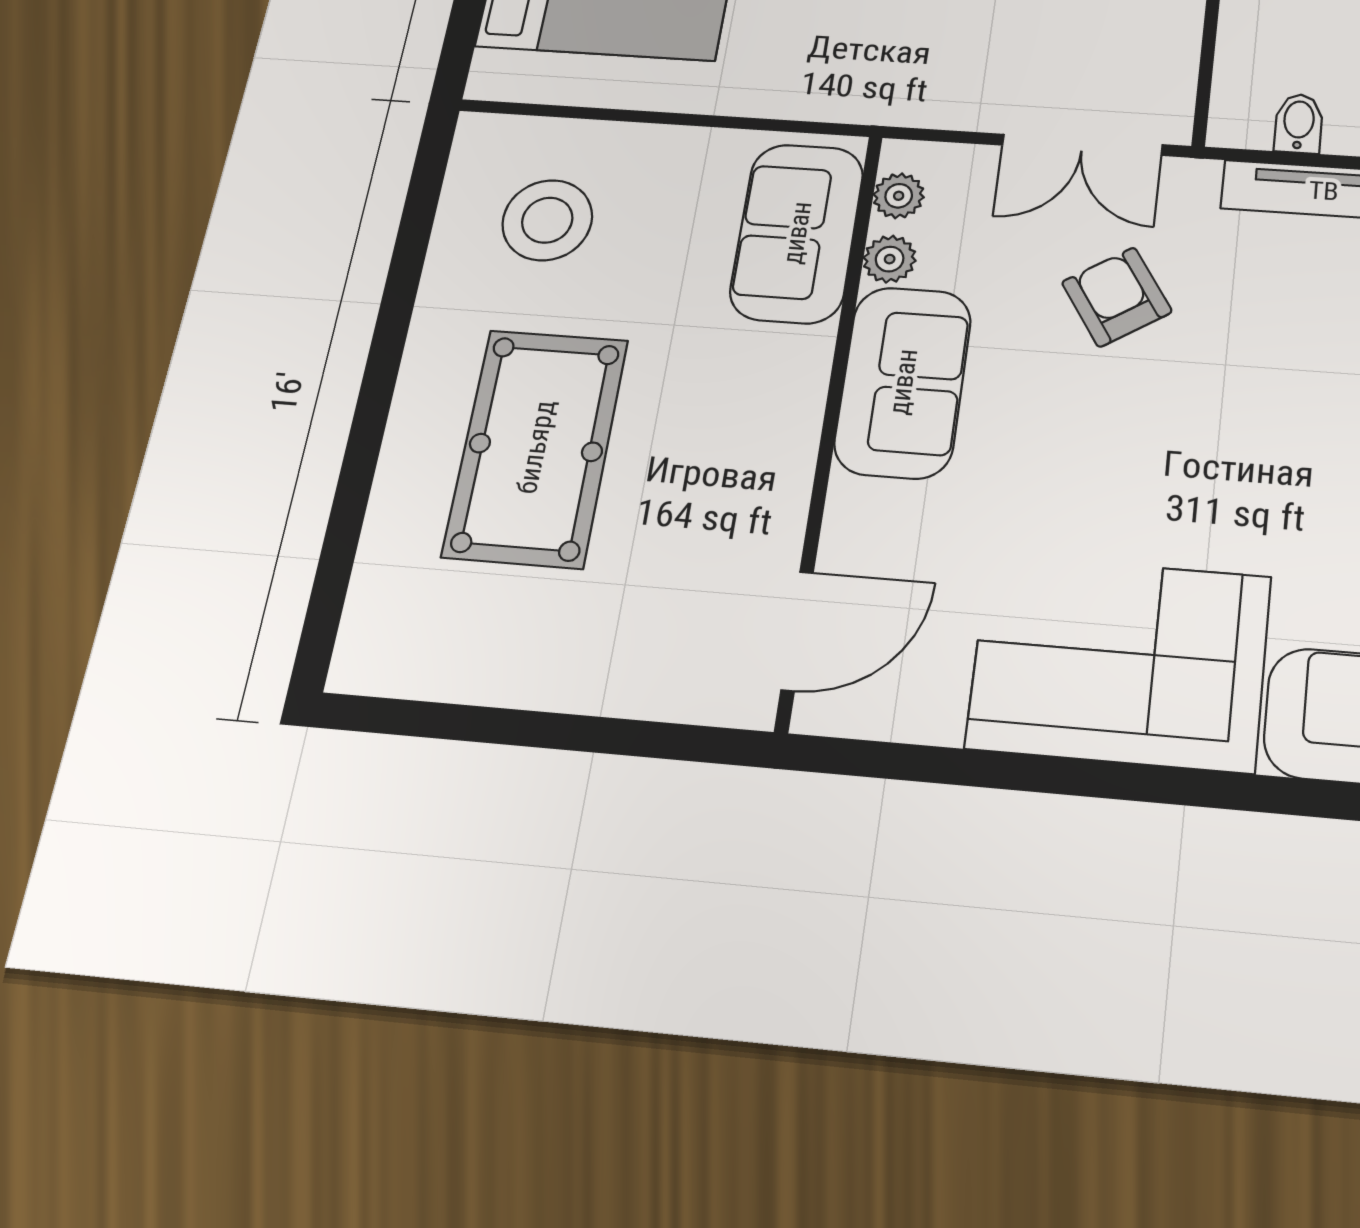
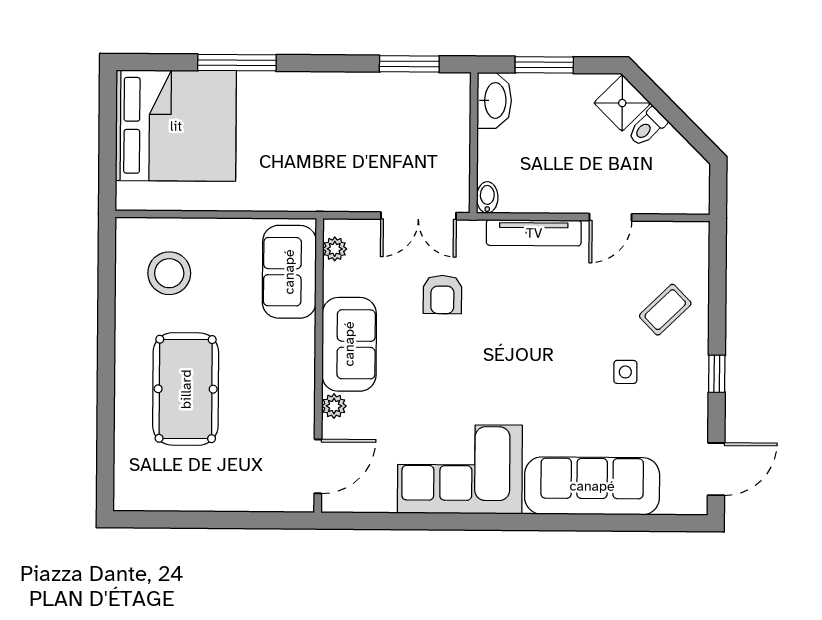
bidet: (1299, 123) -> (487, 197), moved
plant: (890, 259) -> (334, 406), moved
armchair: (1117, 297) -> (442, 295), turned -147

